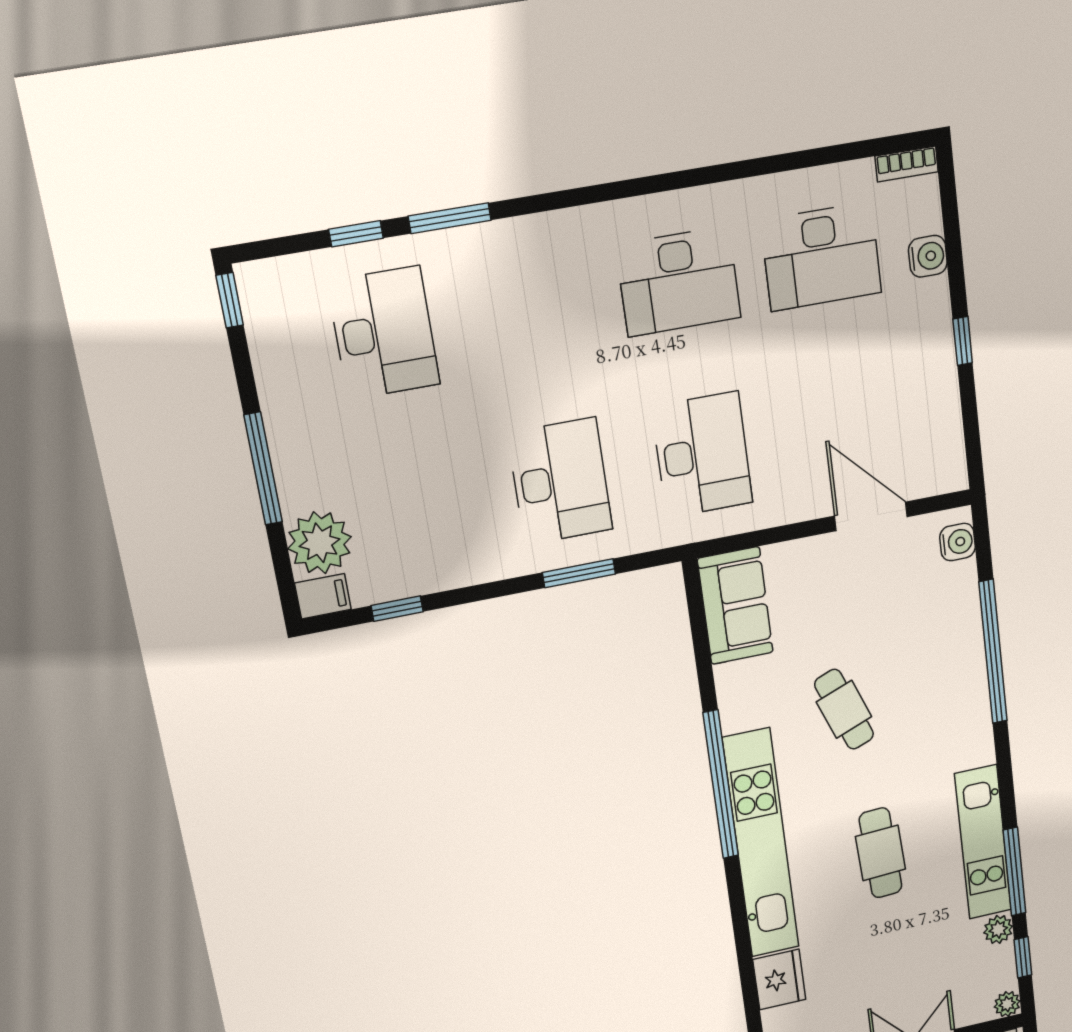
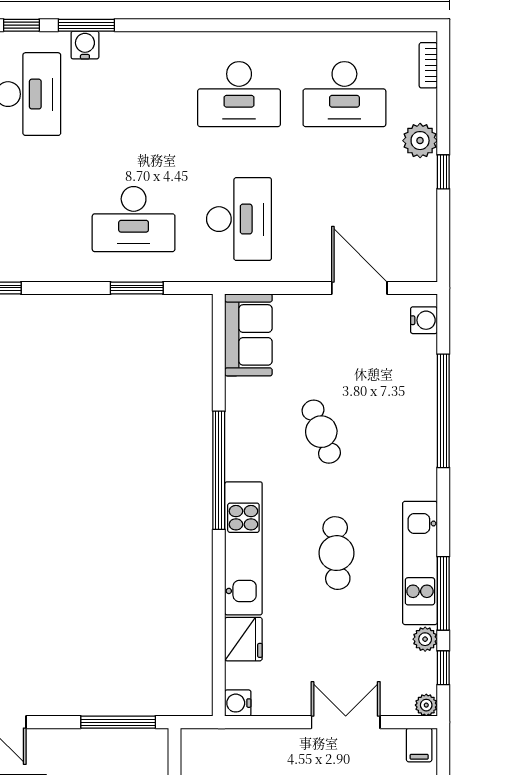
bookcase: (907, 164) -> (428, 65), moved, turned 90
water cooler: (928, 256) -> (85, 45), moved, turned -90
plant: (928, 304) -> (420, 141), added
desk: (560, 481) -> (134, 219), turned 90
kitchen unit: (761, 844) -> (243, 548), width x0.73

